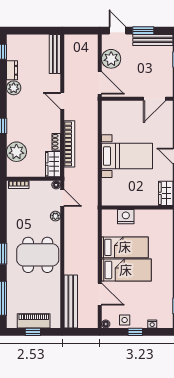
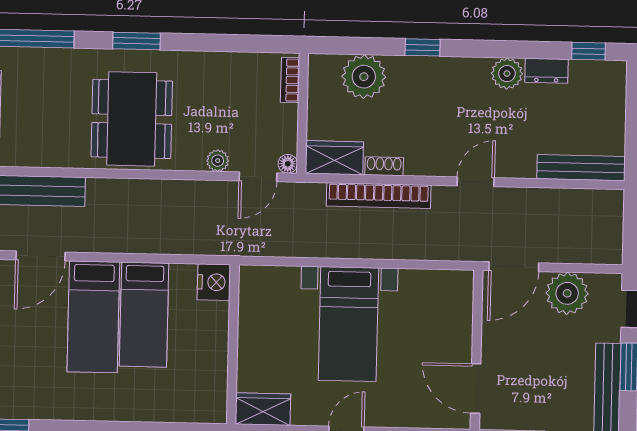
nightstand: (126, 217) -> (214, 282), moved

